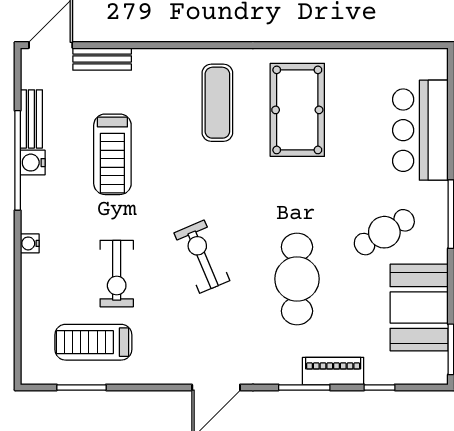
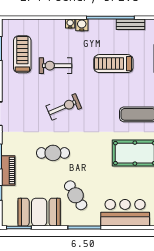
water cooler: (33, 163) -> (82, 25), moved
cafe table: (297, 279) -> (53, 153), width x0.73, depth x0.74

